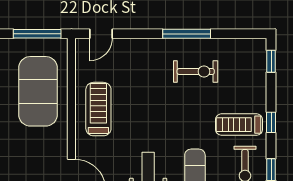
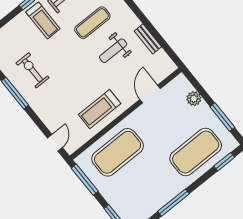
door: (101, 34) -> (55, 143), hinge flipped

